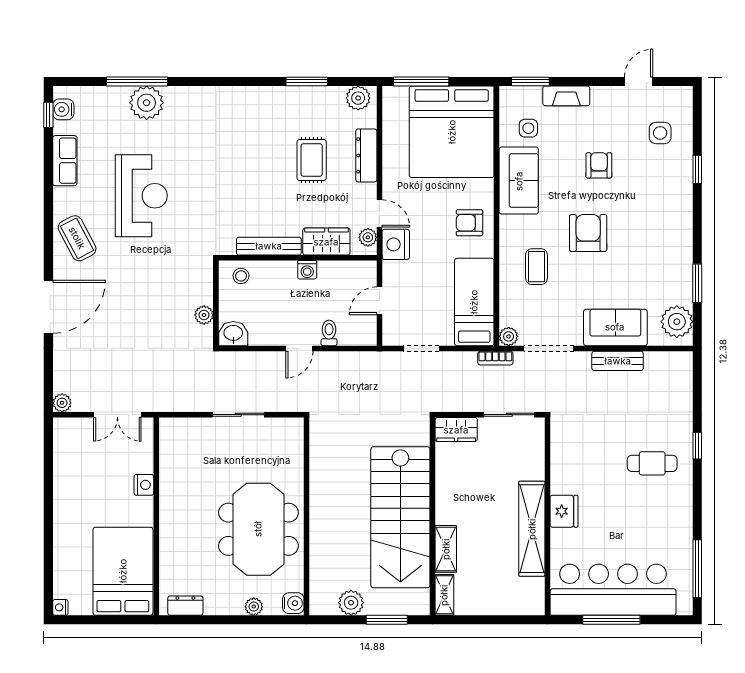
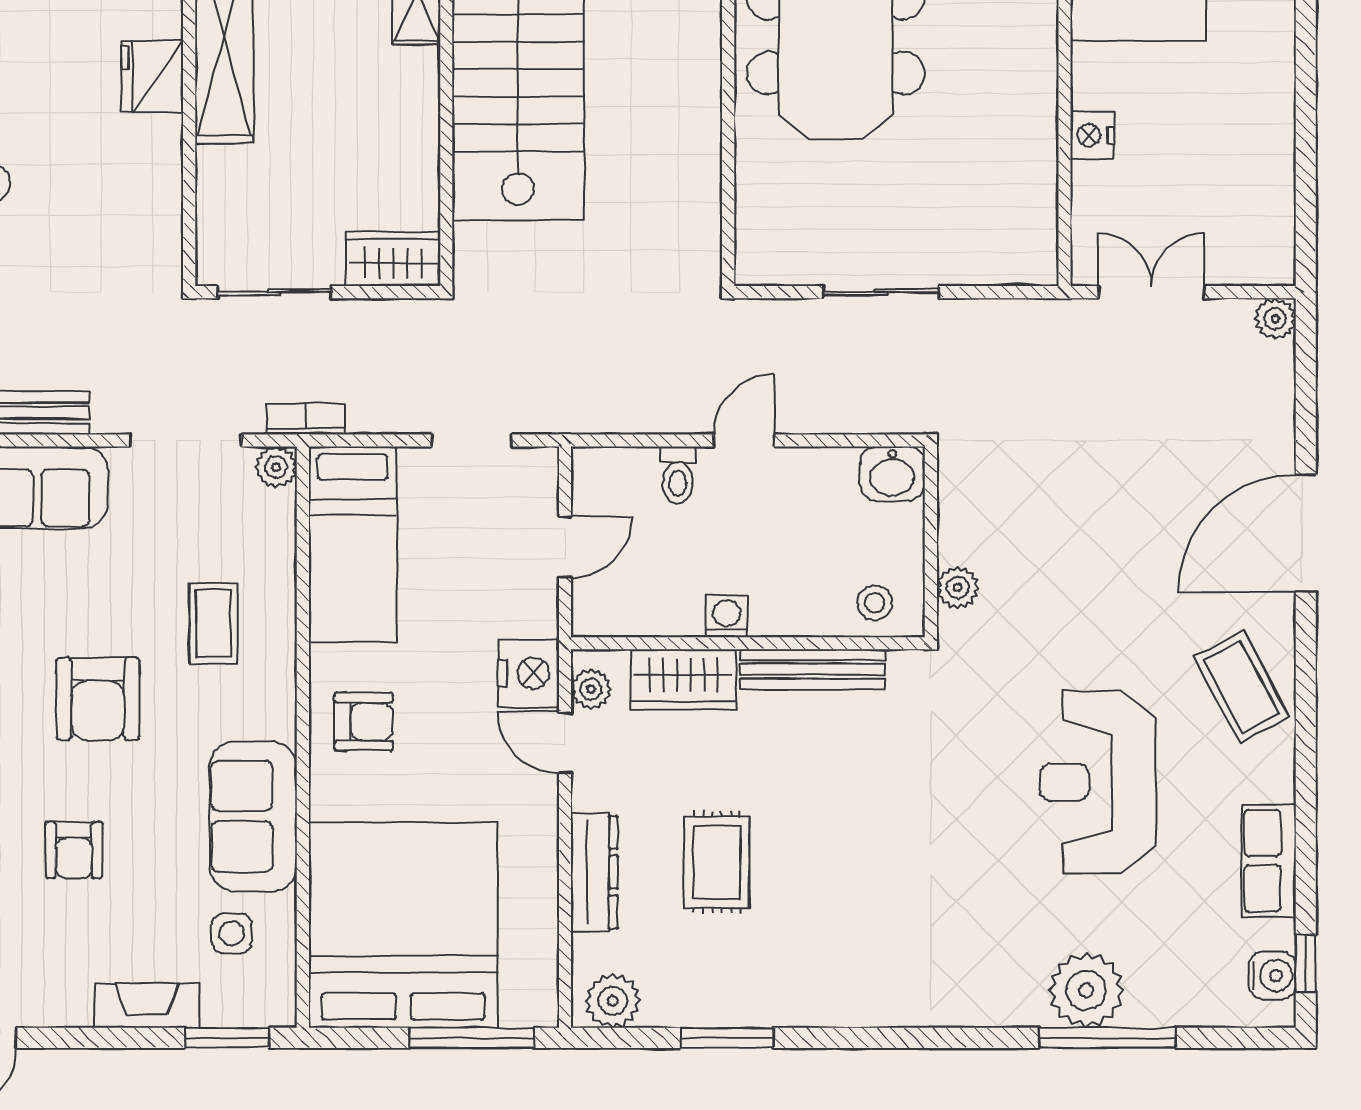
plant: (204, 315) -> (958, 588), moved

